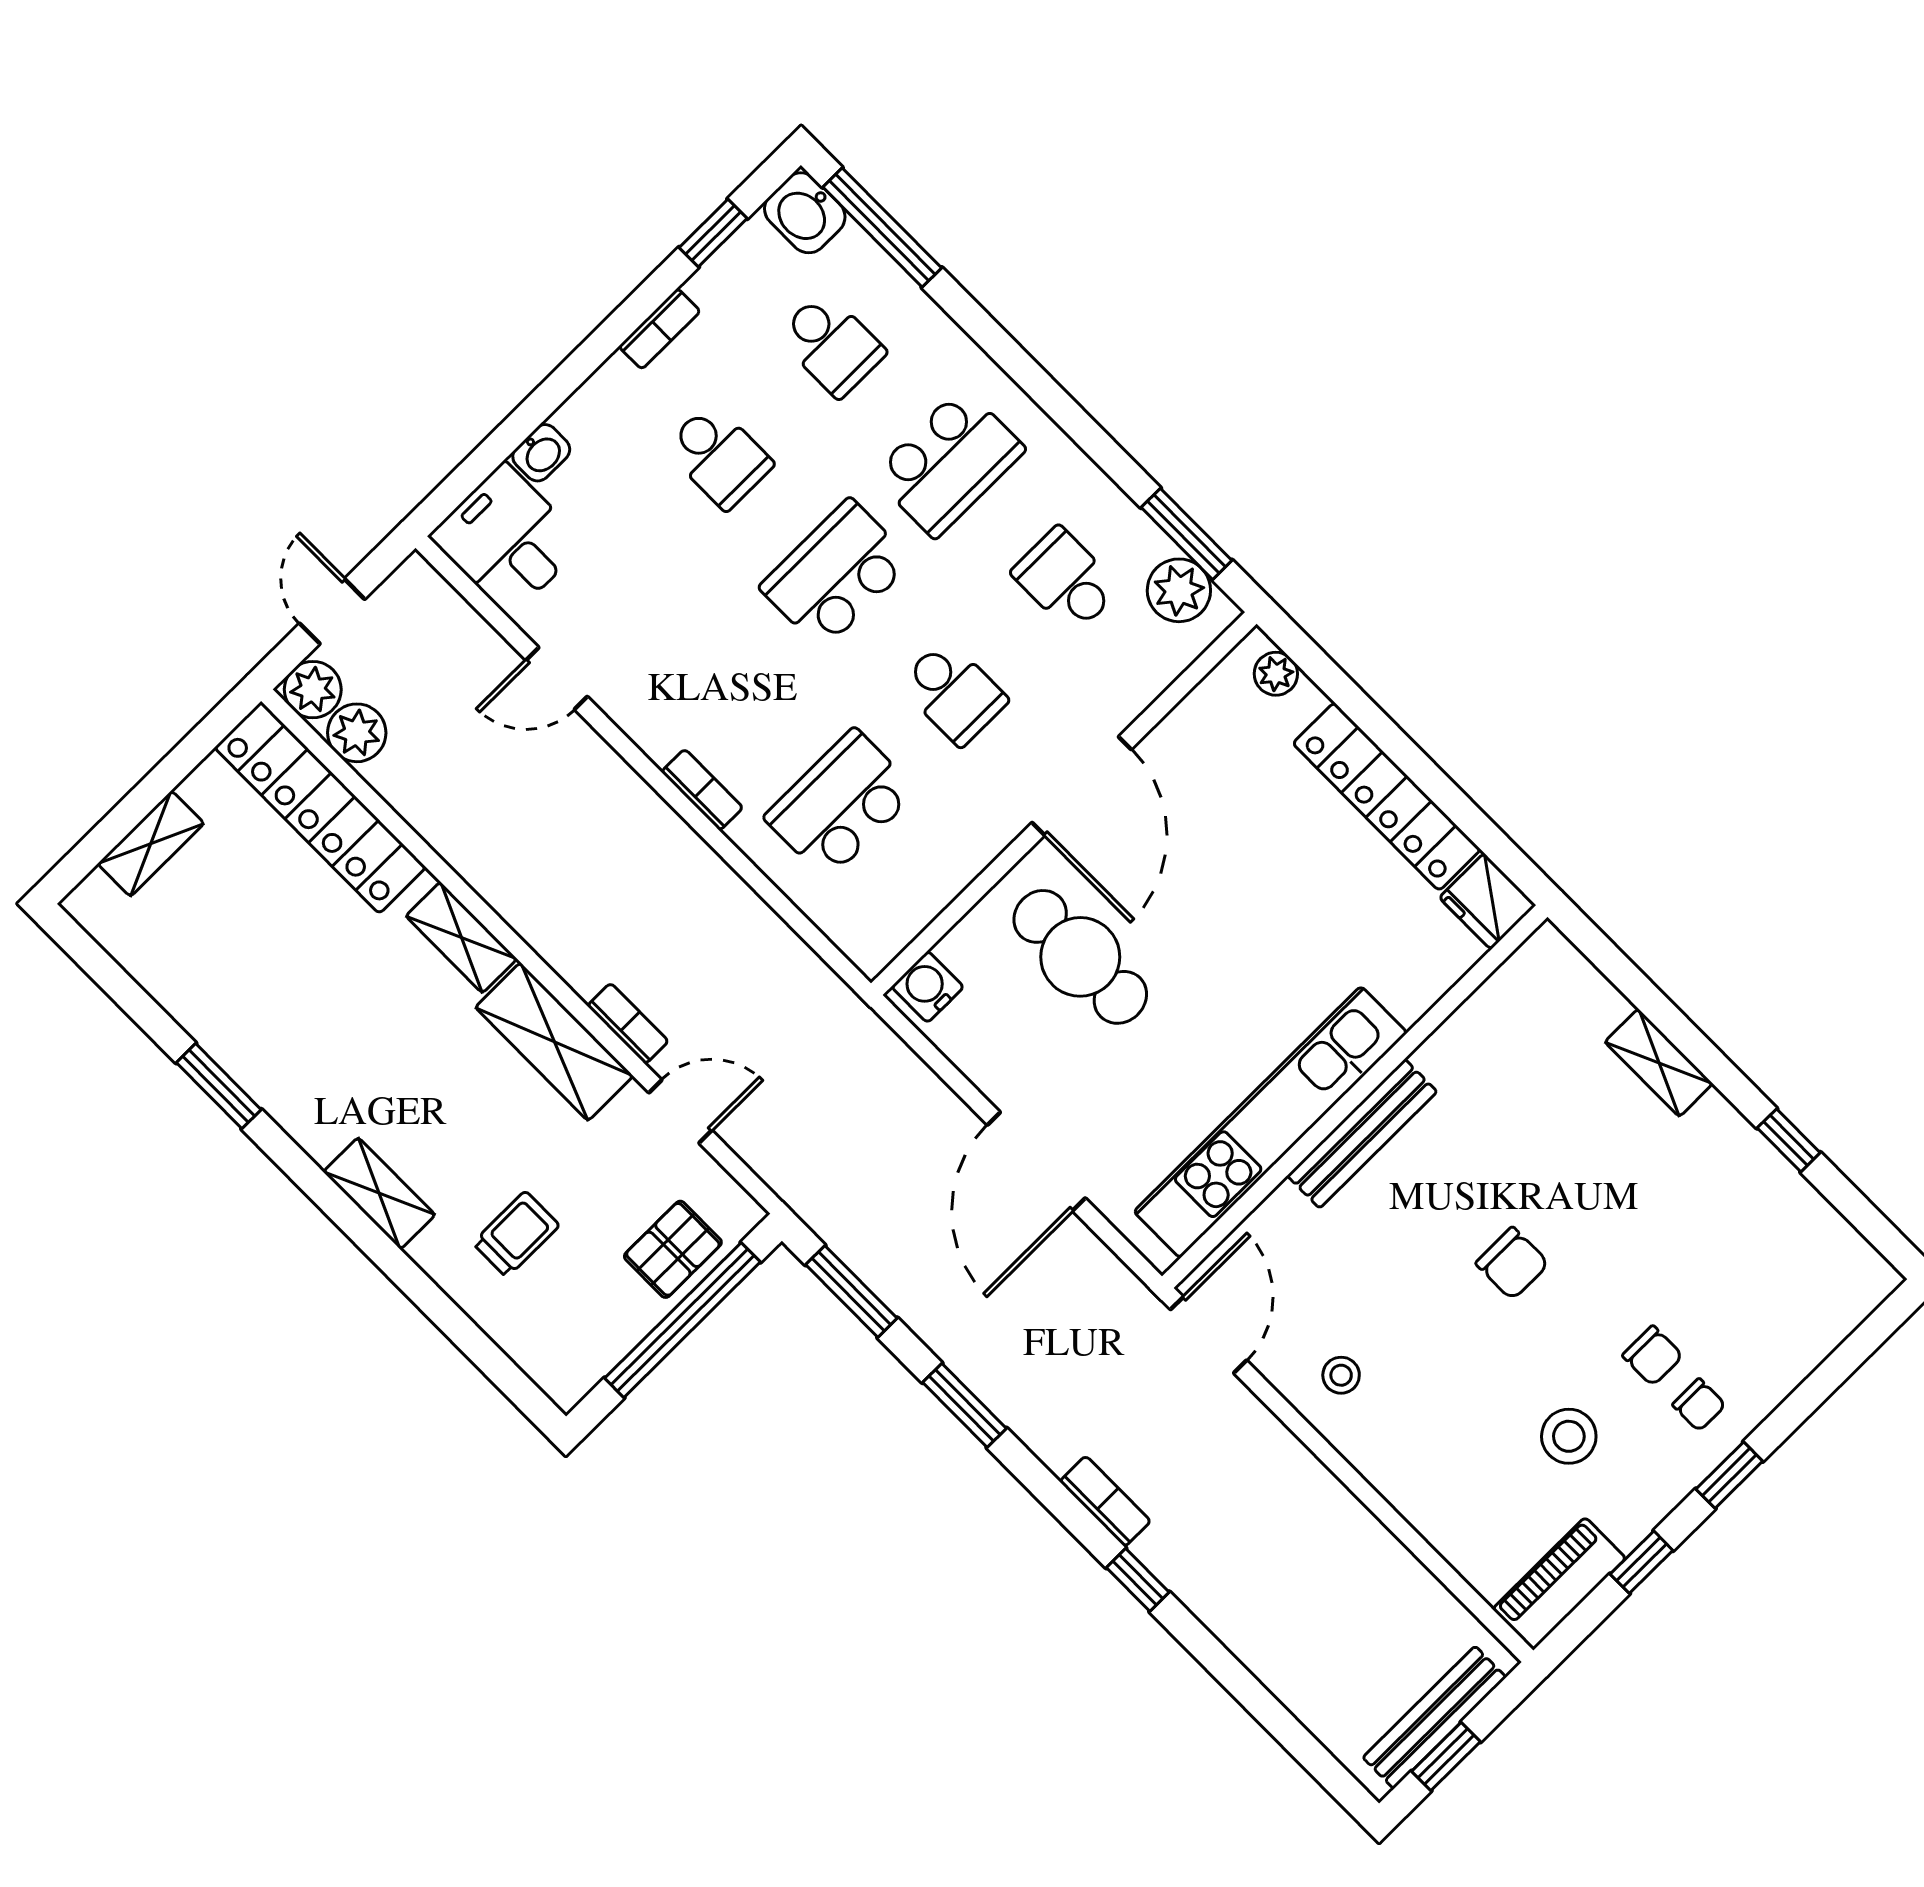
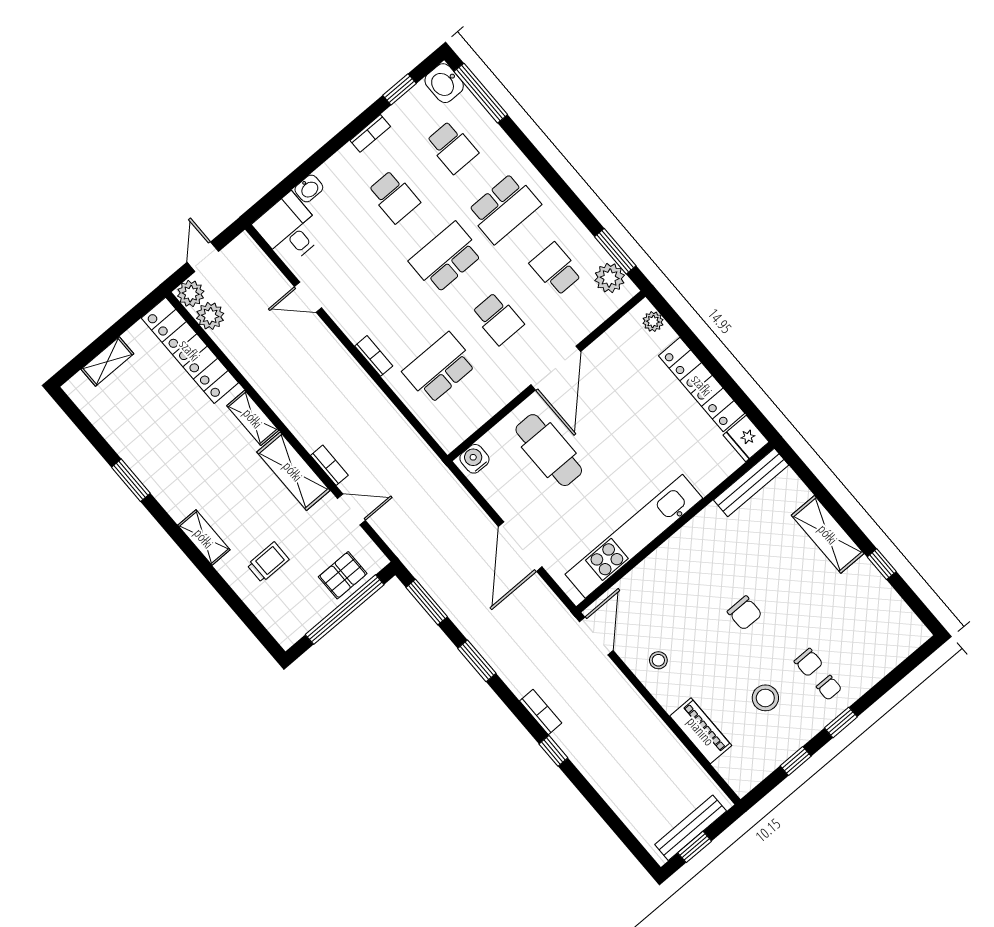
shelving: (1659, 1063) -> (828, 534), width x1.50, depth x1.33
bench: (1362, 1134) -> (751, 482), moved
piano: (1559, 1584) -> (701, 731), moved, turned 90

